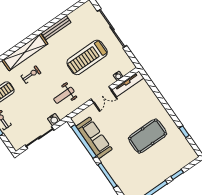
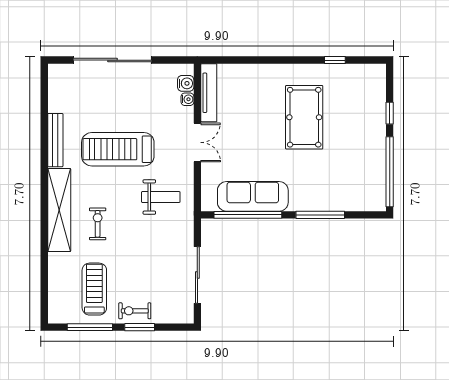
treadmill: (87, 57) -> (118, 149), moved, turned 90
weight bench: (64, 95) -> (161, 197), turned -90
water cooler: (54, 120) -> (186, 83), moved

